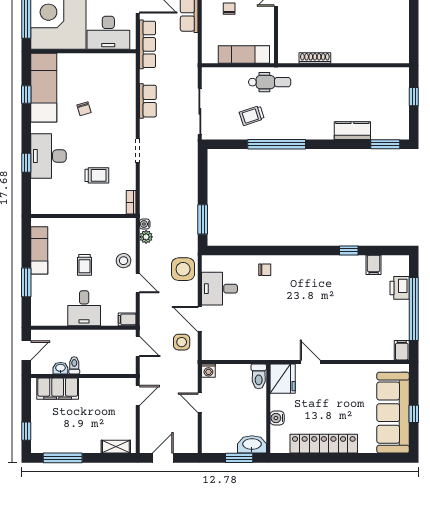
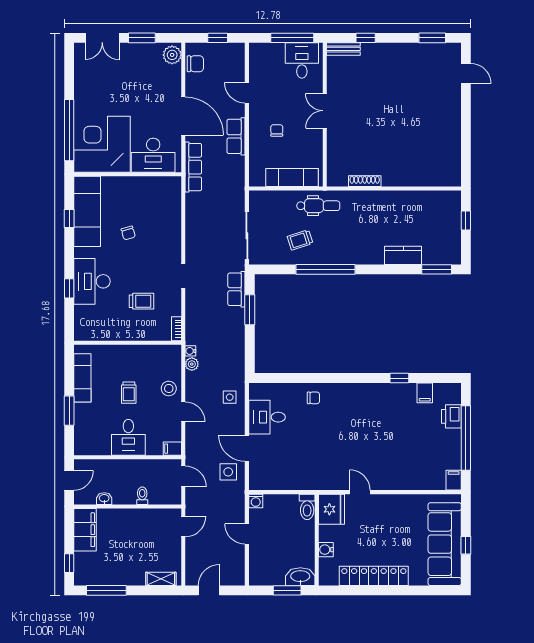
row of seats: (148, 101) -> (236, 289), moved, turned 180
window: (203, 219) -> (250, 310), moved
side table: (183, 269) -> (230, 397), width x0.54, depth x0.54
toilet: (74, 365) -> (142, 496), moved
filing cabinet: (58, 389) -> (85, 530), moved, turned -90

